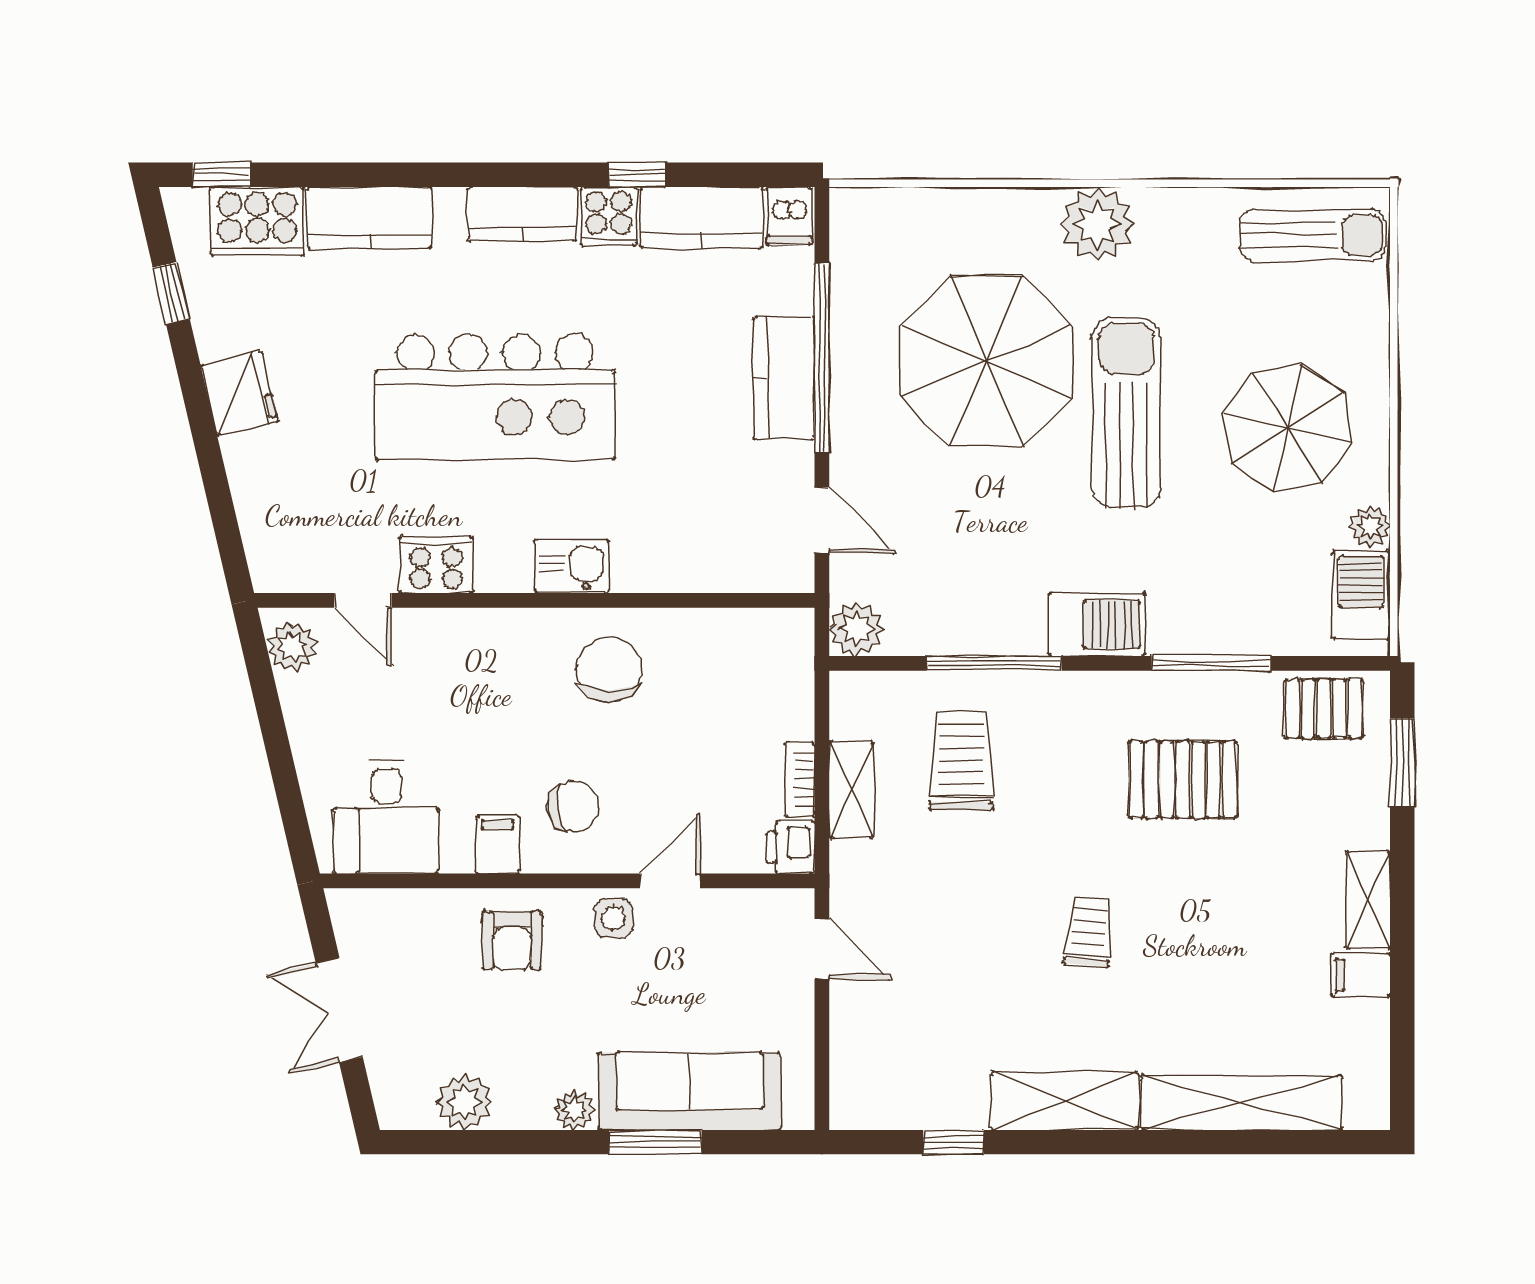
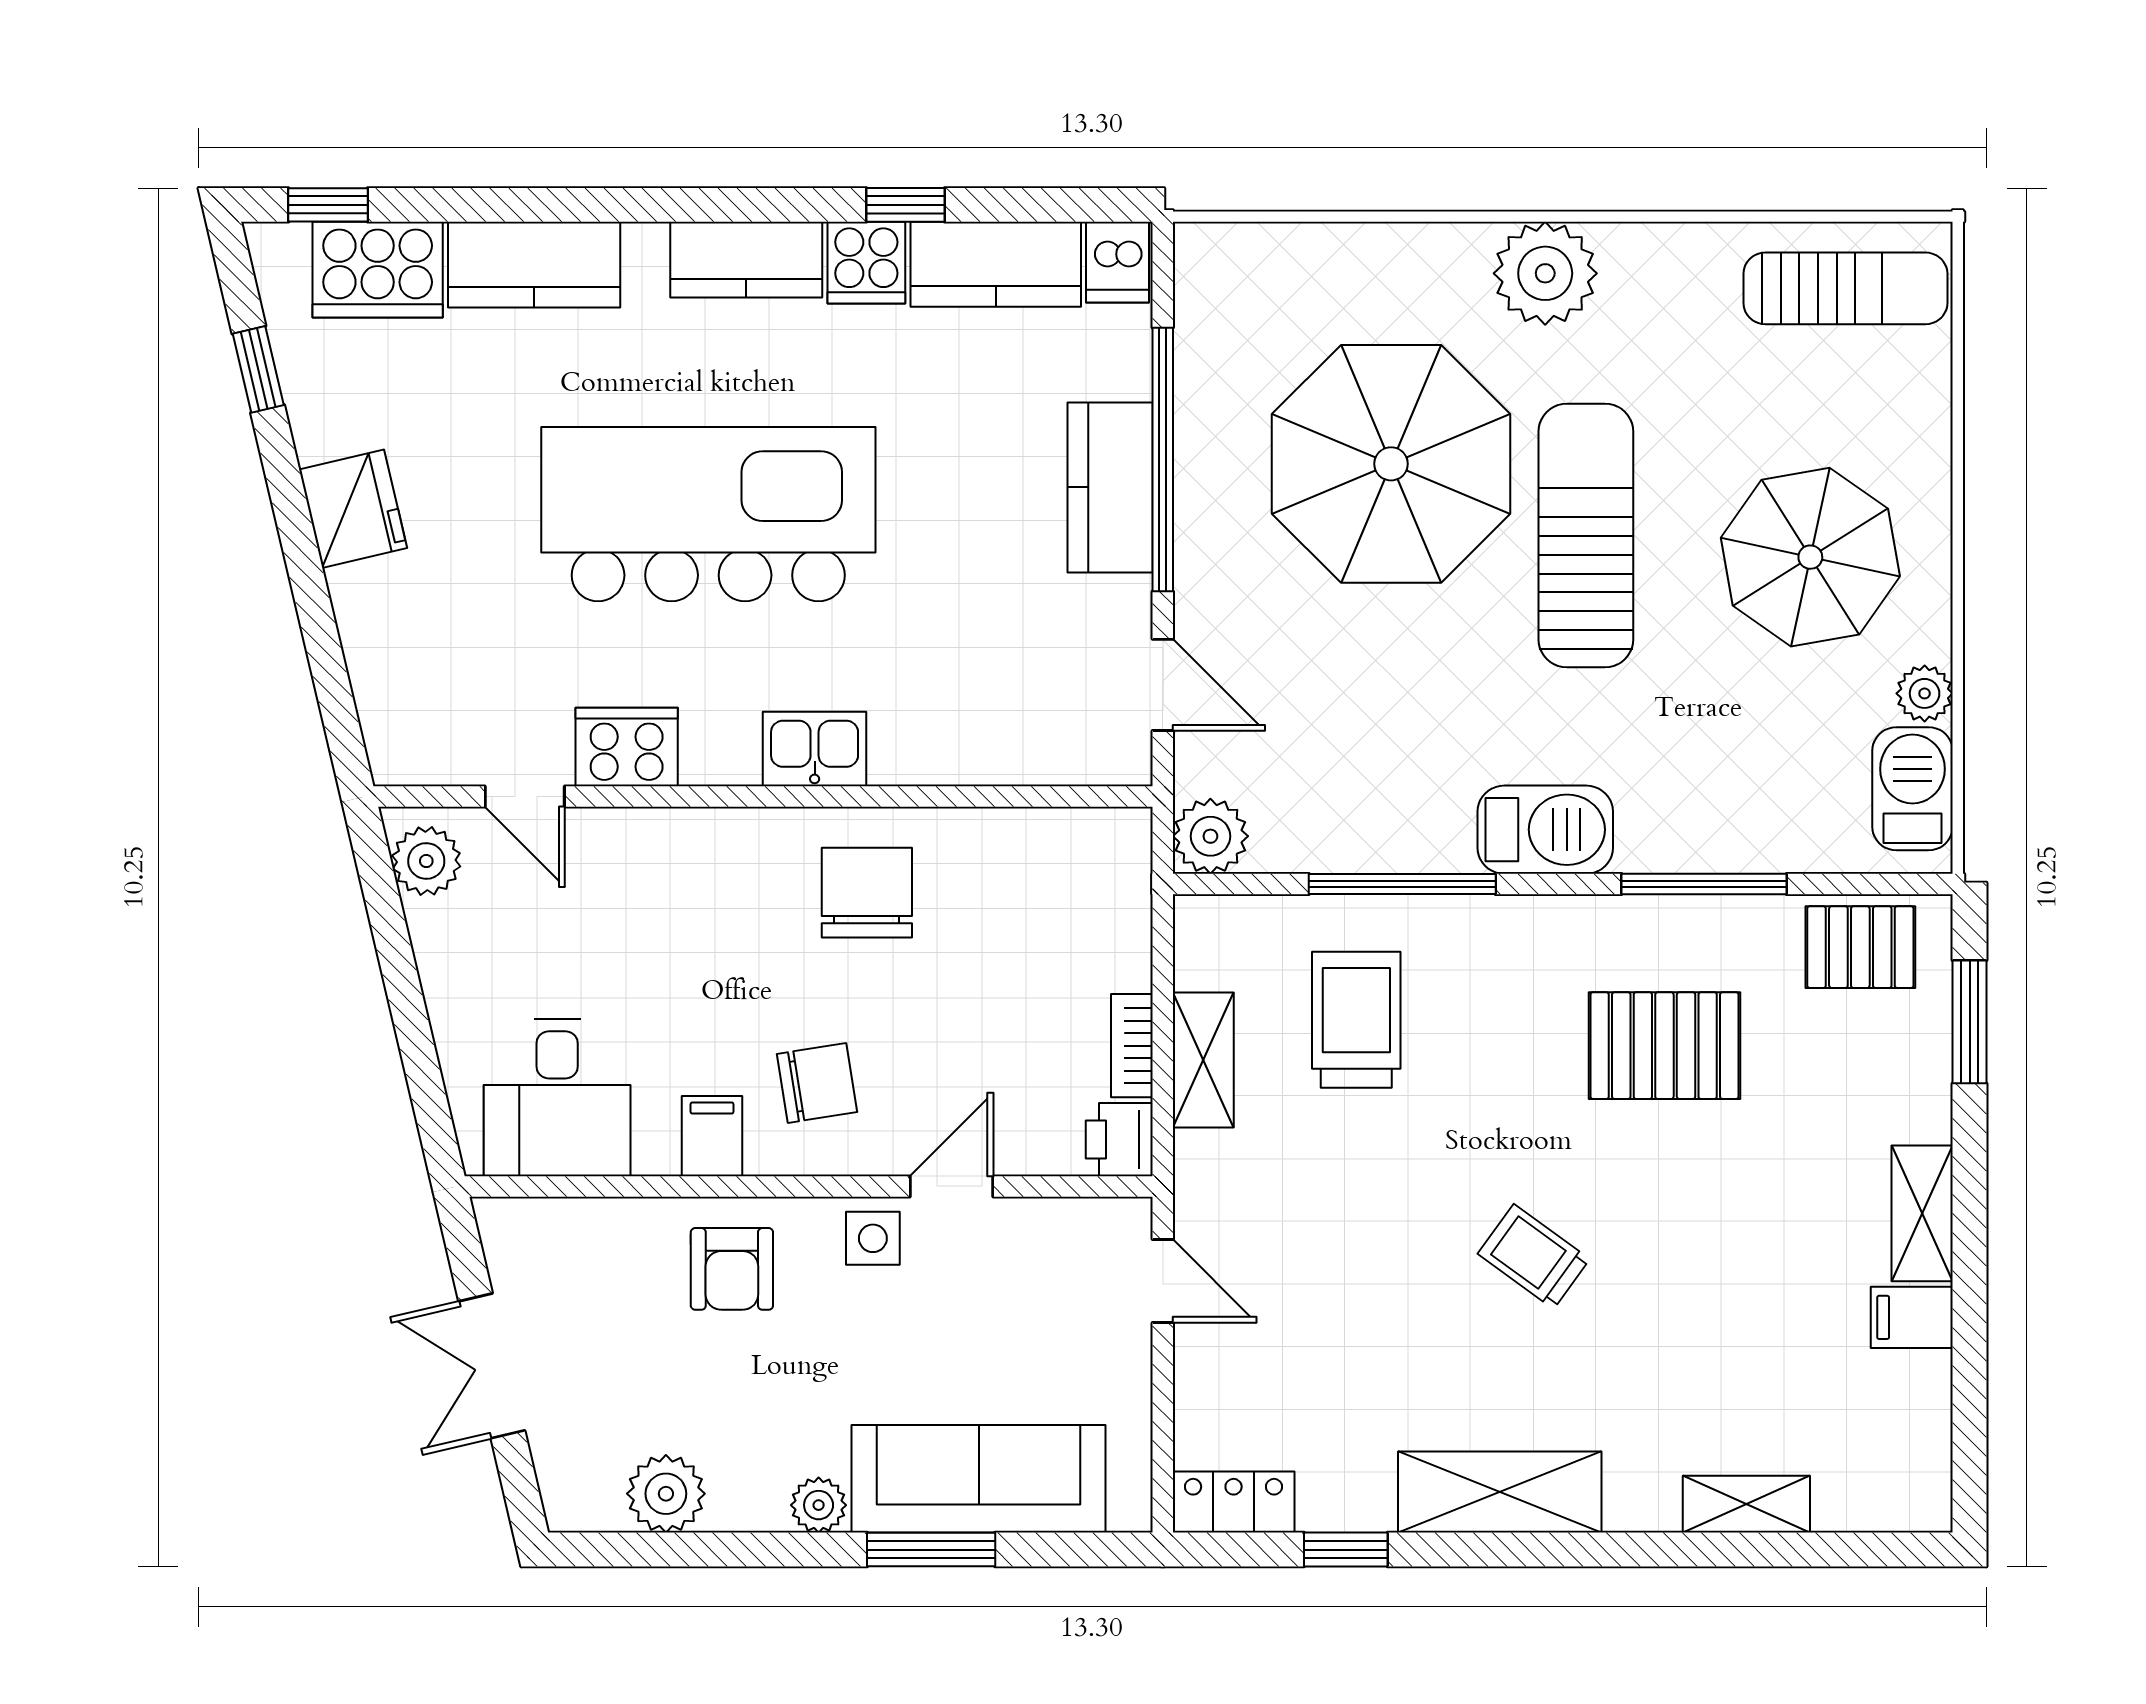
kitchen island: (495, 397) -> (708, 514), turned 180
trolley: (1089, 931) -> (1534, 1256), turned -59
shelving: (1242, 1103) -> (1746, 1504), width x0.45, depth x0.75
locker: (873, 1108) -> (1234, 1502), added

